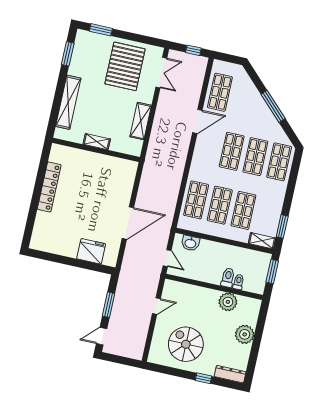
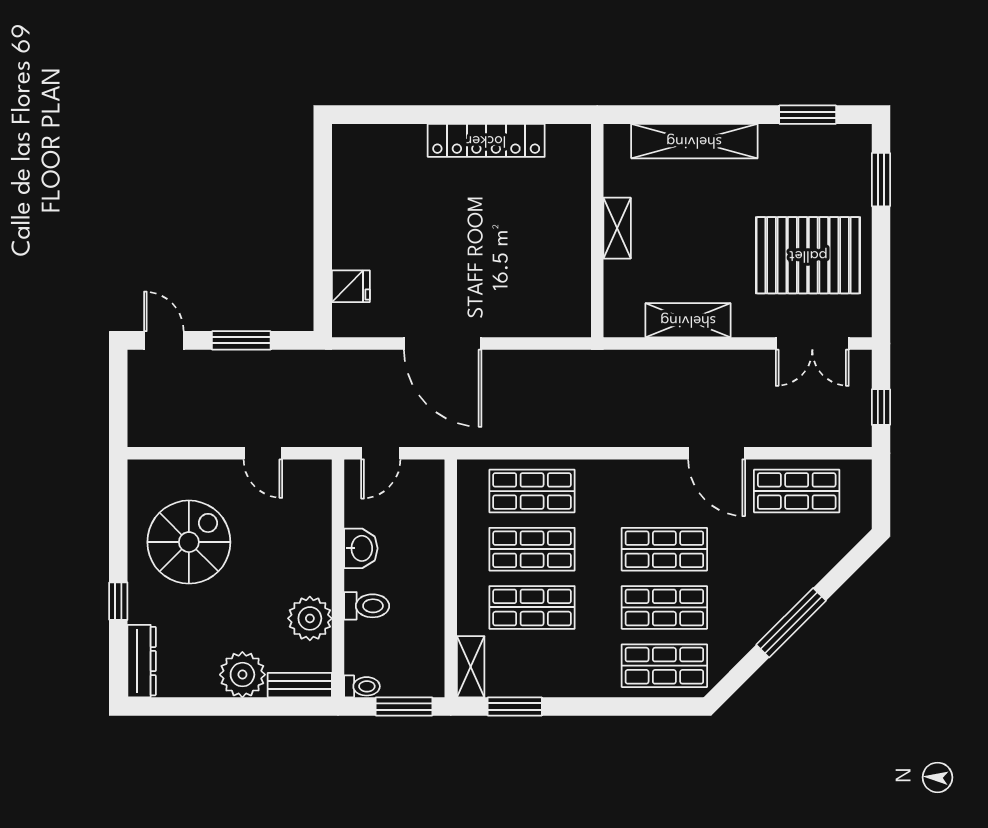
washbasin: (190, 243) -> (361, 548), moved, turned 180
fridge: (91, 251) -> (351, 286), width x0.53, depth x0.75
toilet: (238, 282) -> (362, 686), moved
bench: (254, 312) -> (300, 685), added

